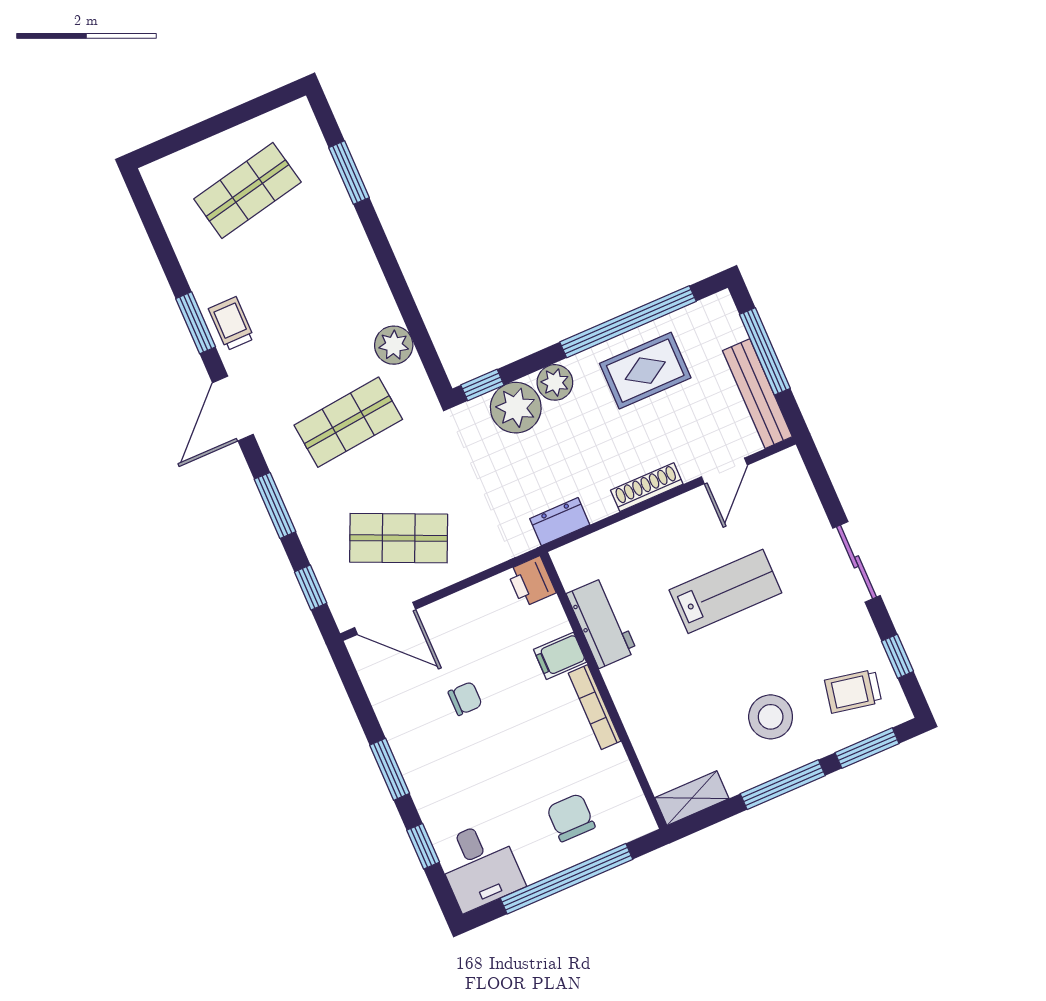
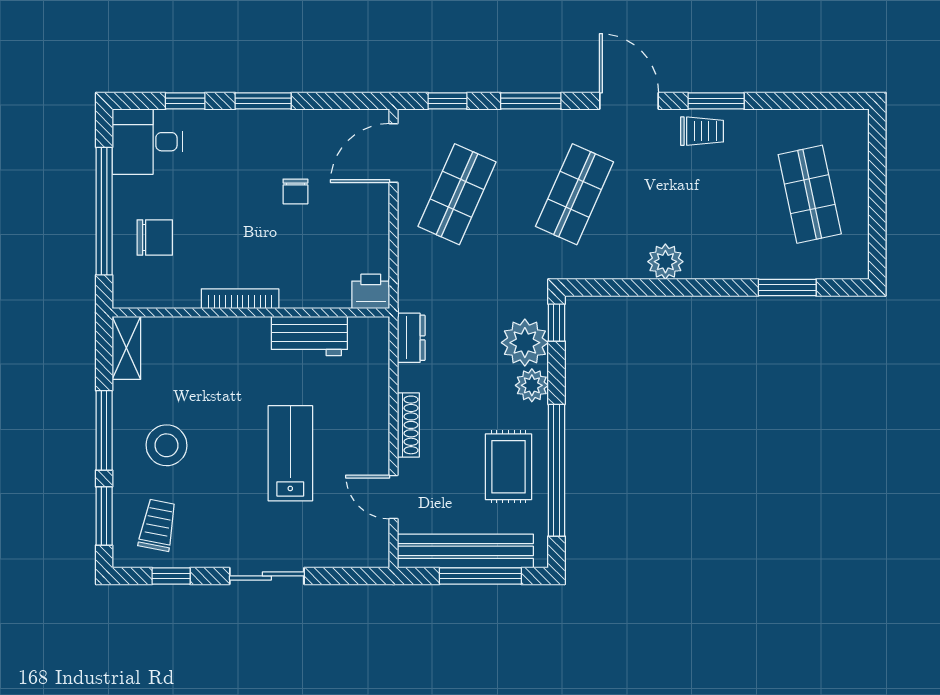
plant: (394, 345) -> (665, 262), moved
bench: (757, 394) -> (465, 551), width x1.37, depth x1.21
shop shelf: (348, 422) -> (575, 194), turned 30
lab bench: (725, 591) -> (290, 453), turned 180
filing cabinet: (560, 656) -> (297, 288), removed

